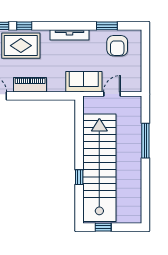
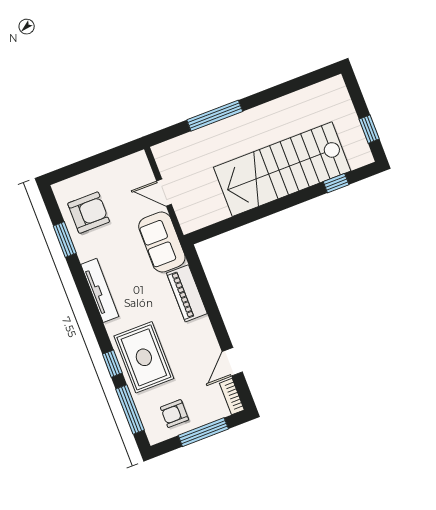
piano: (30, 85) -> (187, 293), moved
stairs: (99, 168) -> (282, 169), width x0.73
window: (79, 177) -> (336, 183), moved

